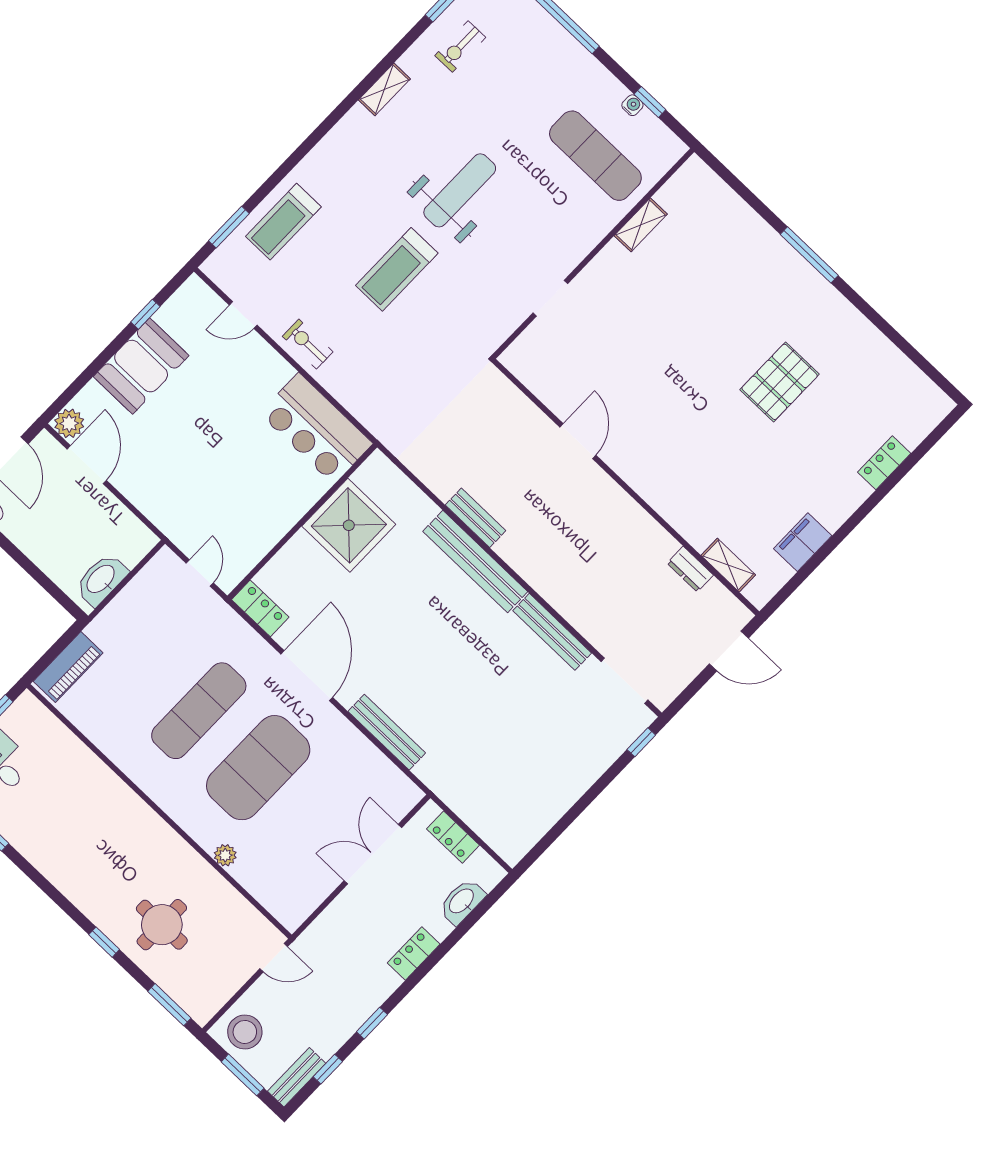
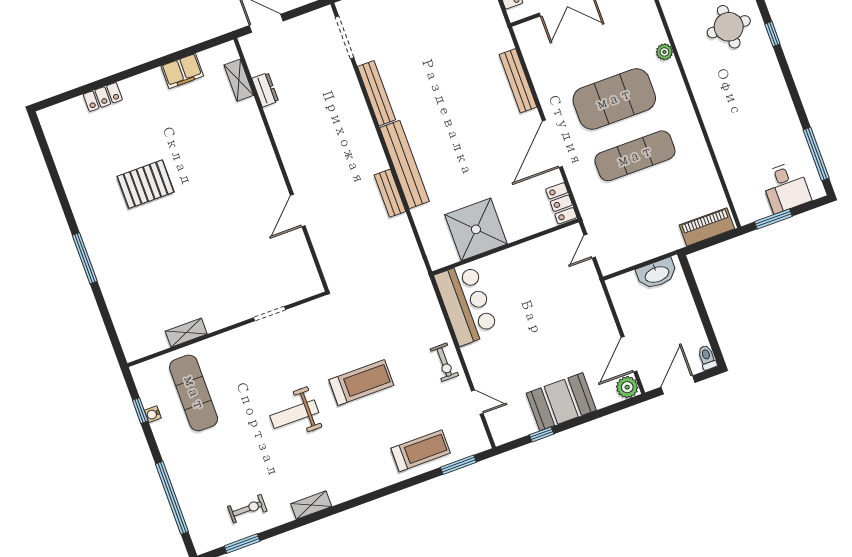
weight bench: (460, 190) -> (294, 414), width x0.73, depth x0.75

